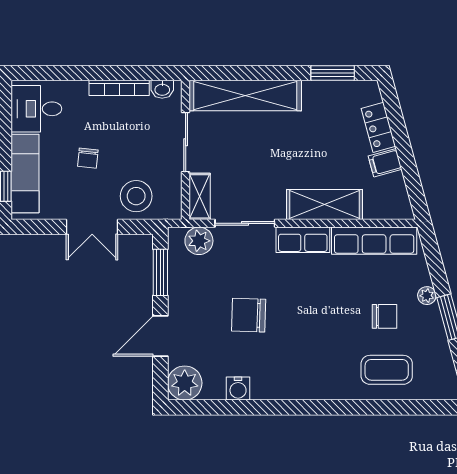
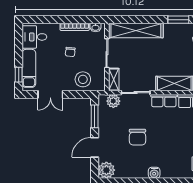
chair: (88, 158) -> (70, 52), moved
double door: (92, 227) -> (50, 94), moved
chair: (249, 315) -> (137, 137), turned -92
water cooler: (238, 388) -> (154, 173), moved

